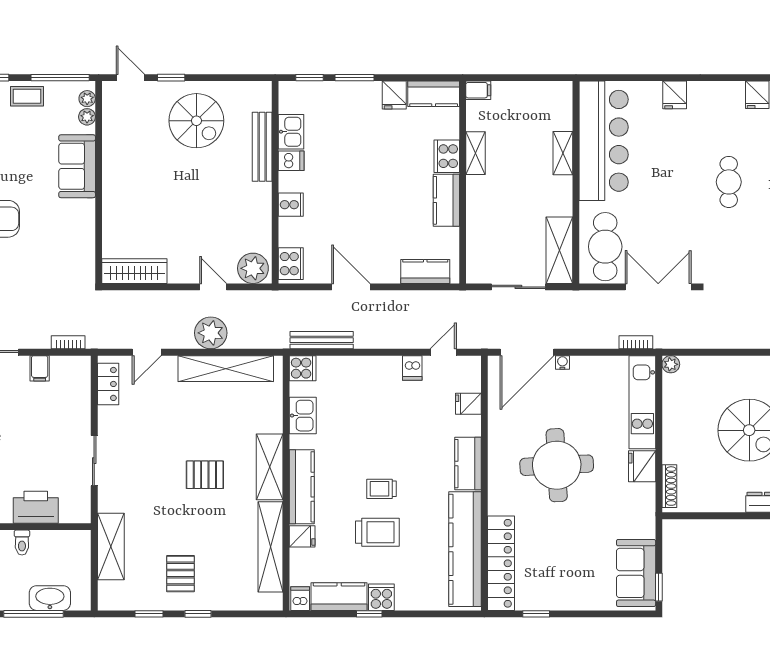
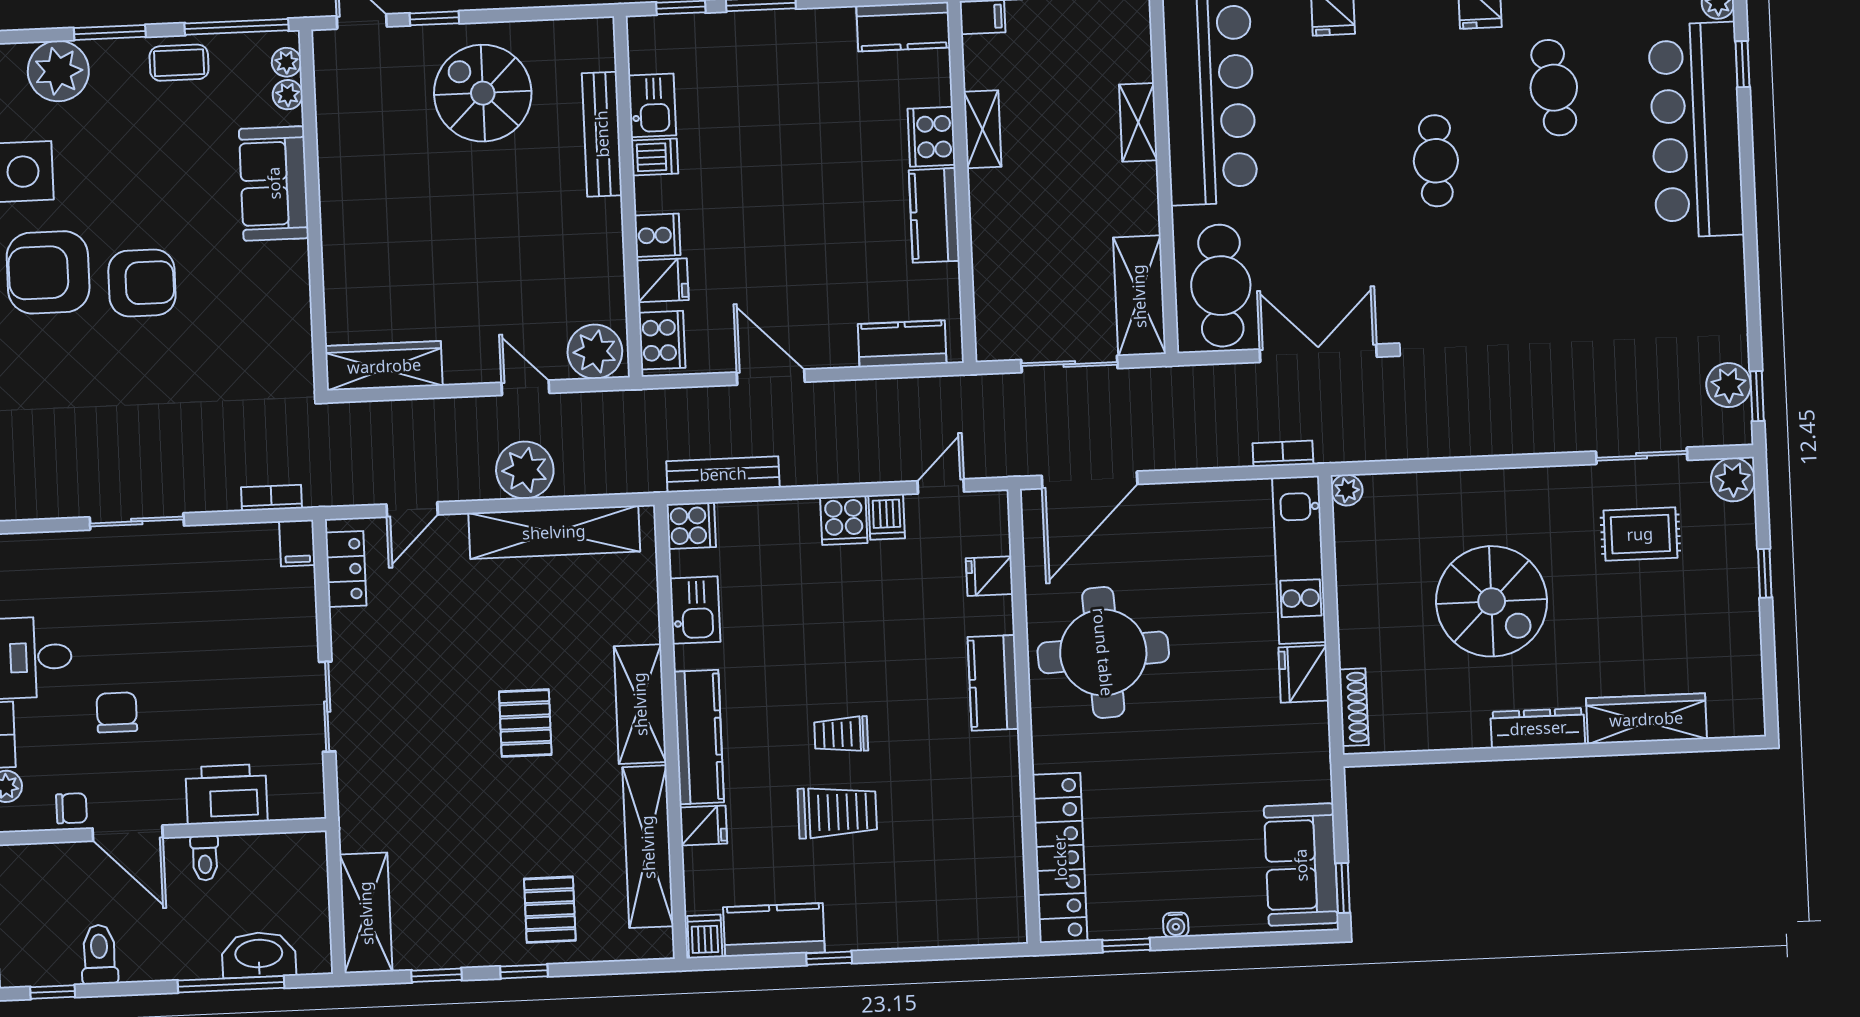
fridge: (394, 95) -> (662, 280), moved, turned -90
spiral stairs: (196, 121) -> (483, 93), turned 180
water cooler: (562, 362) -> (1176, 925), moved, turned 180
filing cabinet: (40, 368) -> (297, 543), moved
round table: (557, 465) -> (1103, 652), moved
pallet: (205, 475) -> (525, 723), turned 90
shelving: (111, 546) -> (366, 913), moved
kitchen counter: (465, 549) -> (995, 836), removed
pallet: (181, 574) -> (550, 910), moved
cooker: (381, 597) -> (844, 520), moved, turned 180

